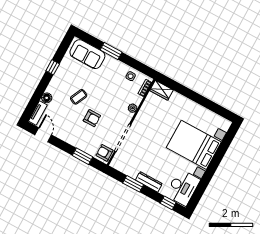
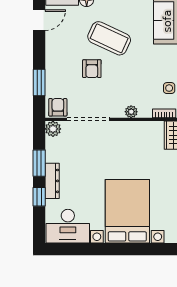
coffee table: (79, 97) -> (109, 38), width x1.86, depth x1.72
plant: (116, 163) -> (53, 129), added
window: (168, 203) -> (39, 197), moved

